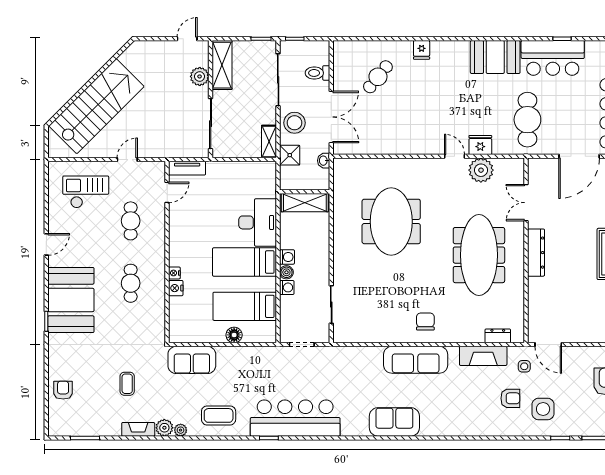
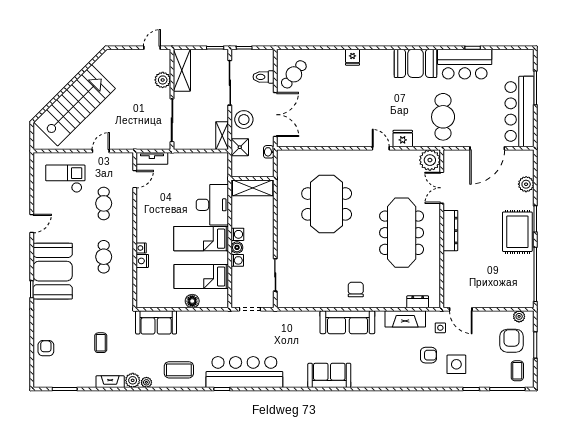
cafe table: (378, 77) -> (294, 74), moved
plant: (481, 170) -> (430, 160), moved

